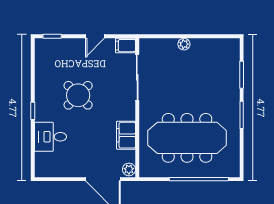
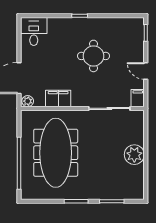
plant: (184, 44) -> (134, 155), width x1.88, depth x1.88
round table: (78, 95) -> (93, 56), turned 45
desk: (51, 137) -> (34, 31), moved

